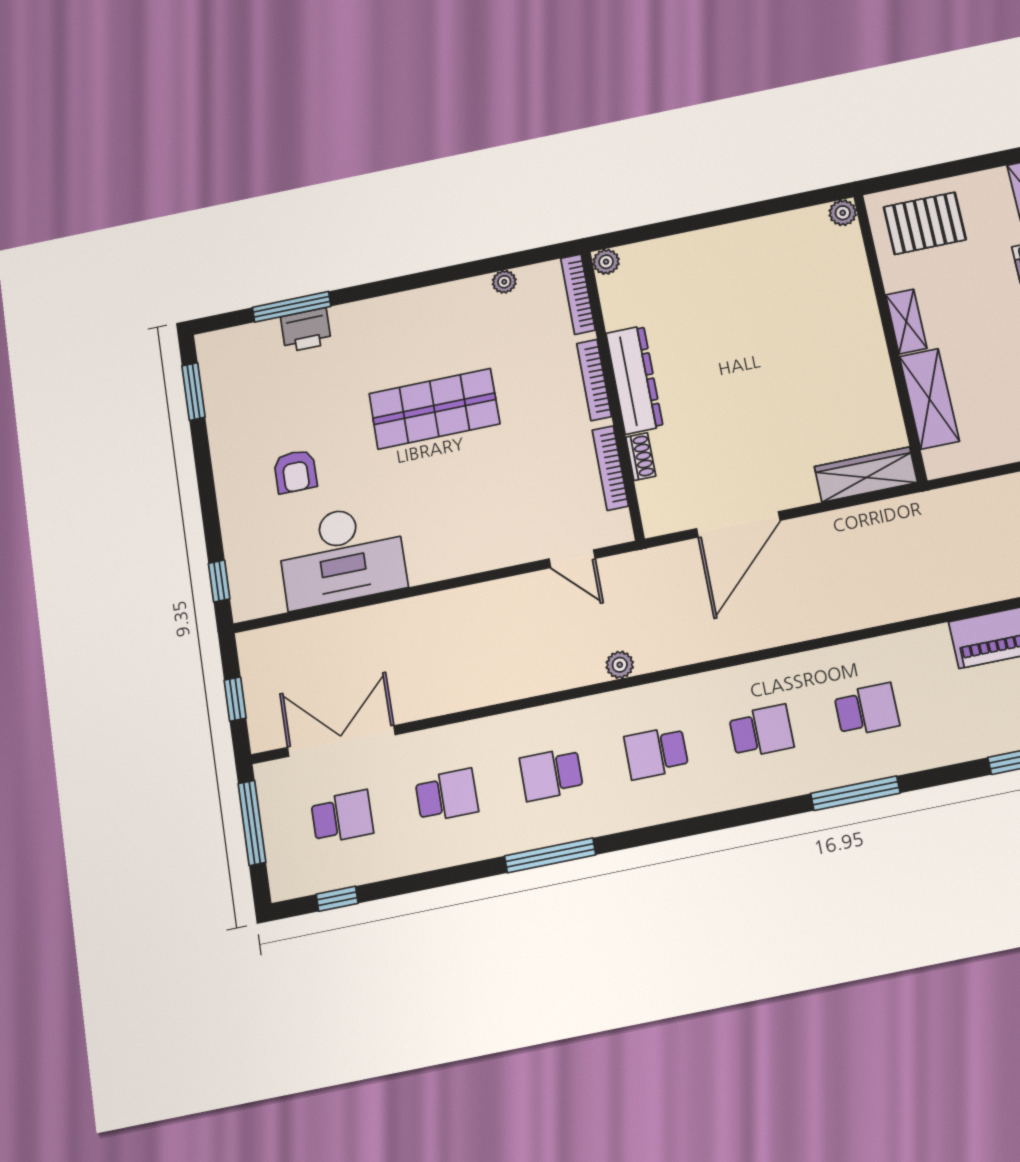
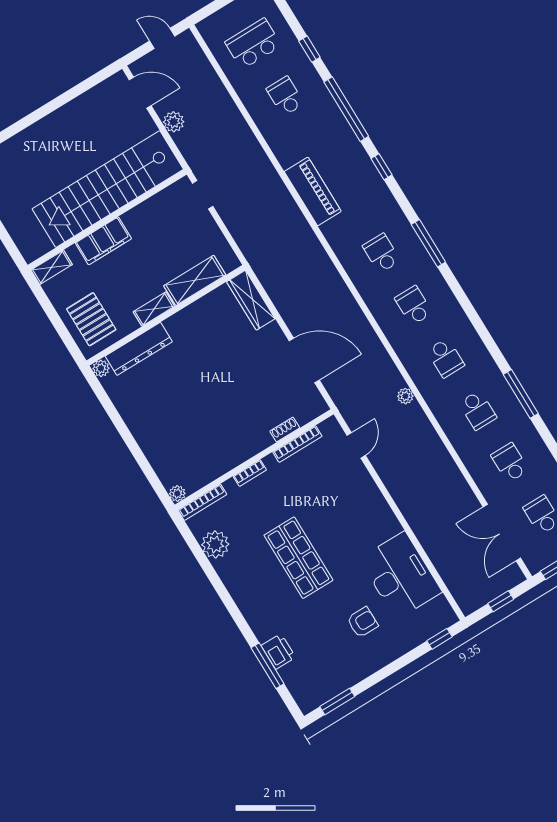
plant: (504, 282) -> (215, 544), width x1.87, depth x1.87
bookcase: (594, 380) -> (250, 473), width x0.64
dresser: (634, 380) -> (139, 349), moved, turned 180

